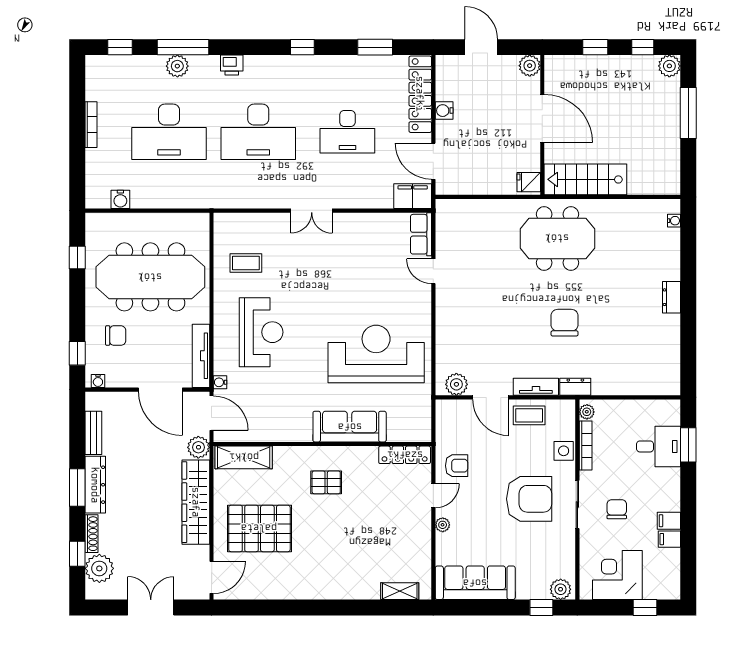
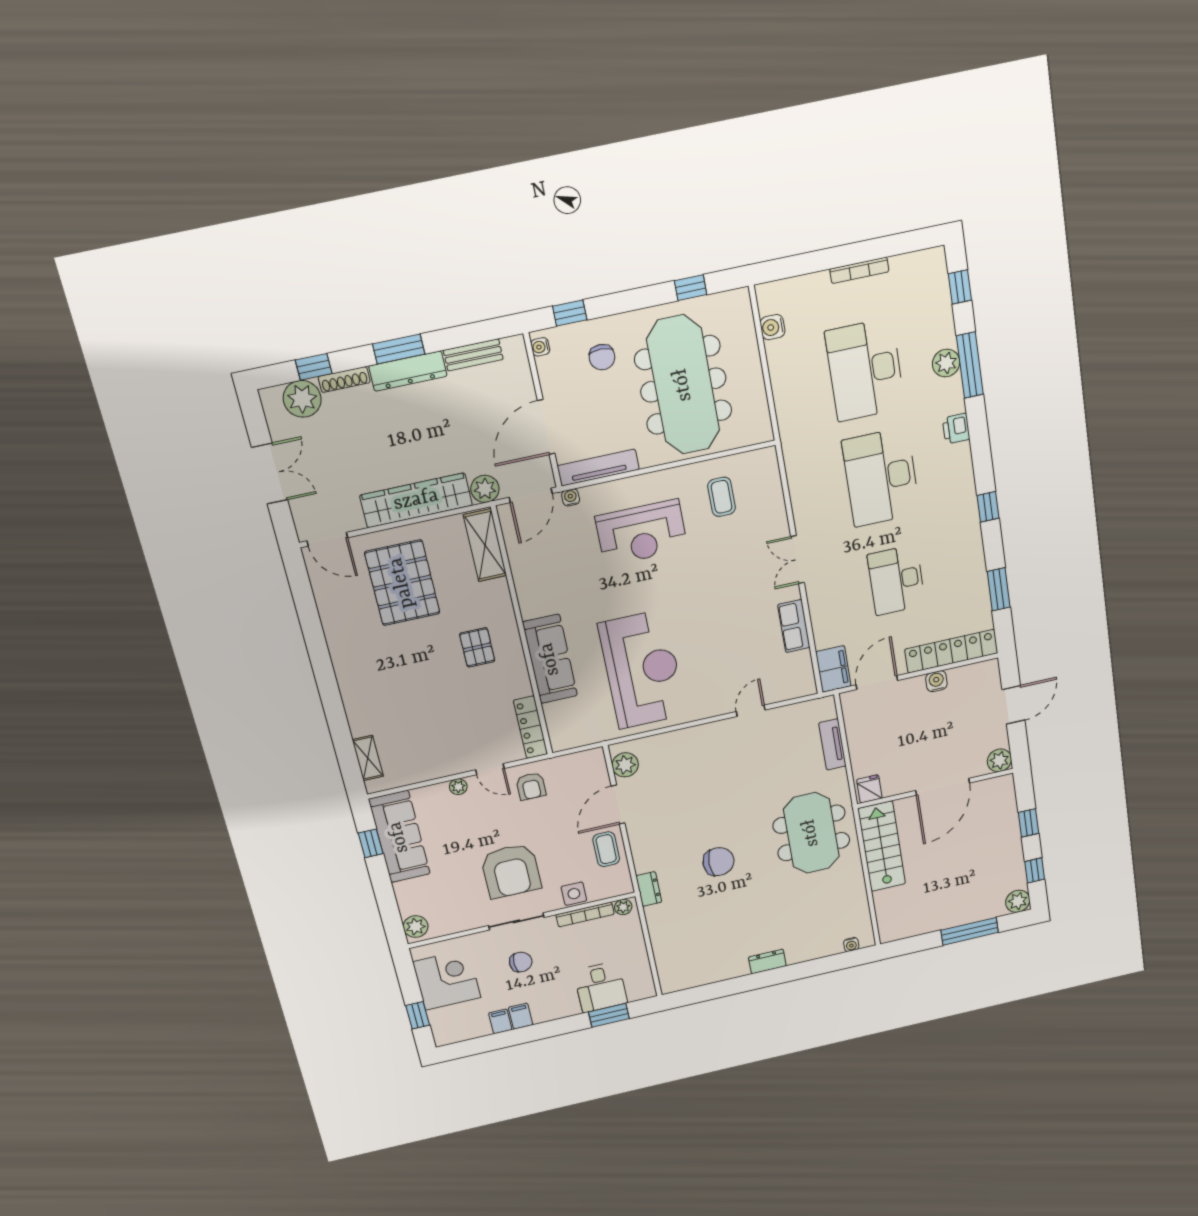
row of seats: (421, 234) -> (794, 626), moved, turned -90
tv unit: (536, 387) -> (832, 744), moved, turned 180
window: (541, 607) -> (371, 843), moved

